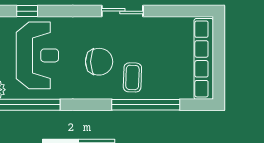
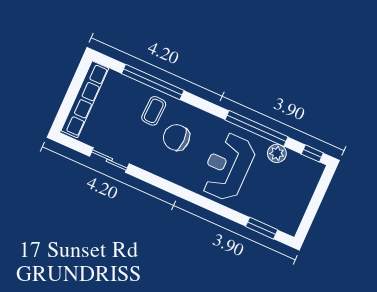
window: (27, 11) -> (219, 209), removed
sliding door: (122, 11) -> (109, 160), moved

